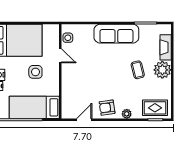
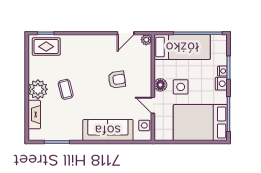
sofa: (116, 34) -> (108, 130), moved
floor lamp: (53, 74) -> (160, 85), added
armchair: (107, 108) -> (117, 80), moved
plant: (127, 114) -> (146, 40), moved

